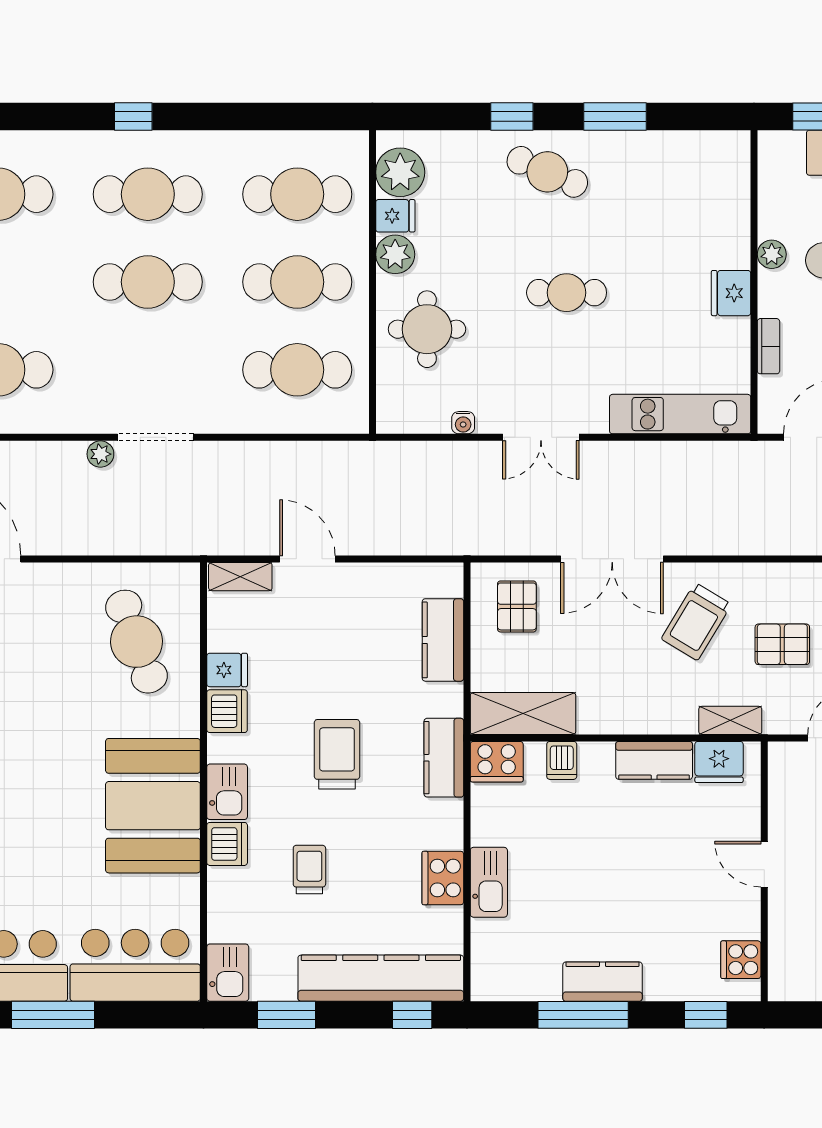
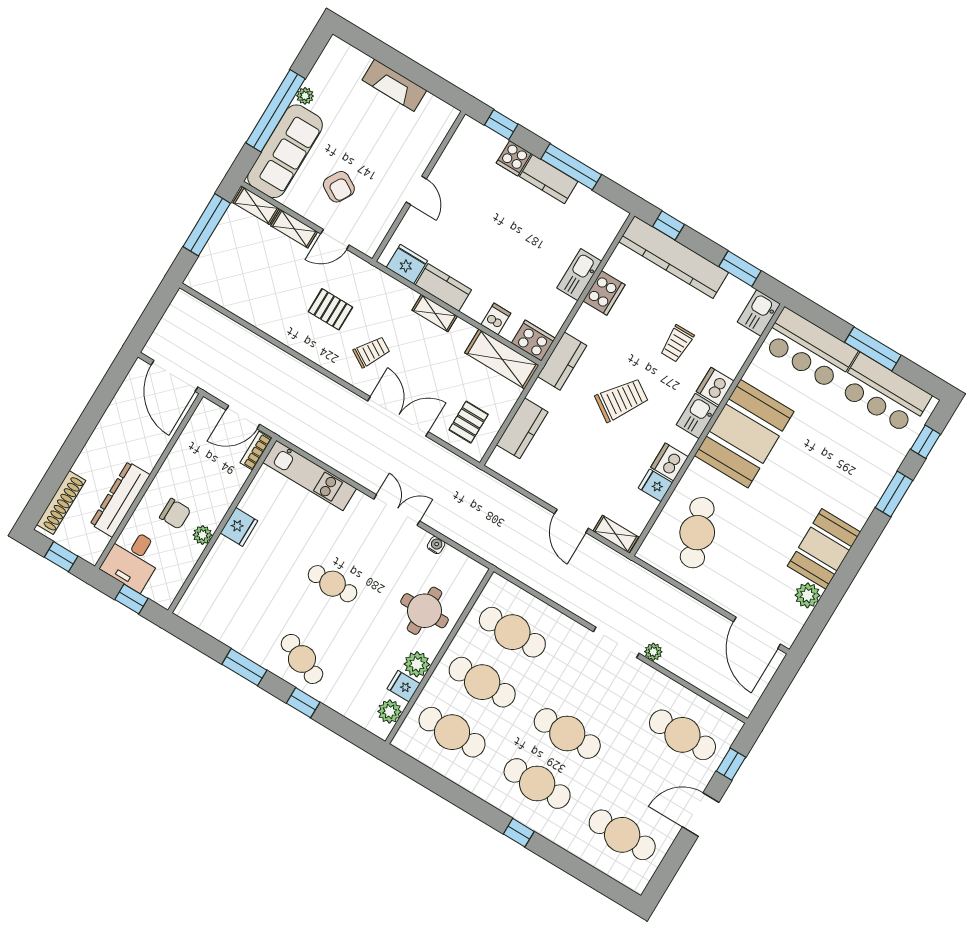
plant: (400, 172) -> (390, 712), width x0.73, depth x0.73
bookcase: (768, 346) -> (256, 451), moved
trolley: (696, 622) -> (372, 352), width x0.73, depth x0.72
shelving: (730, 720) -> (435, 313), moved
trolley: (337, 754) -> (622, 400), turned -146
cooker: (741, 960) -> (514, 158), moved, turned 90

